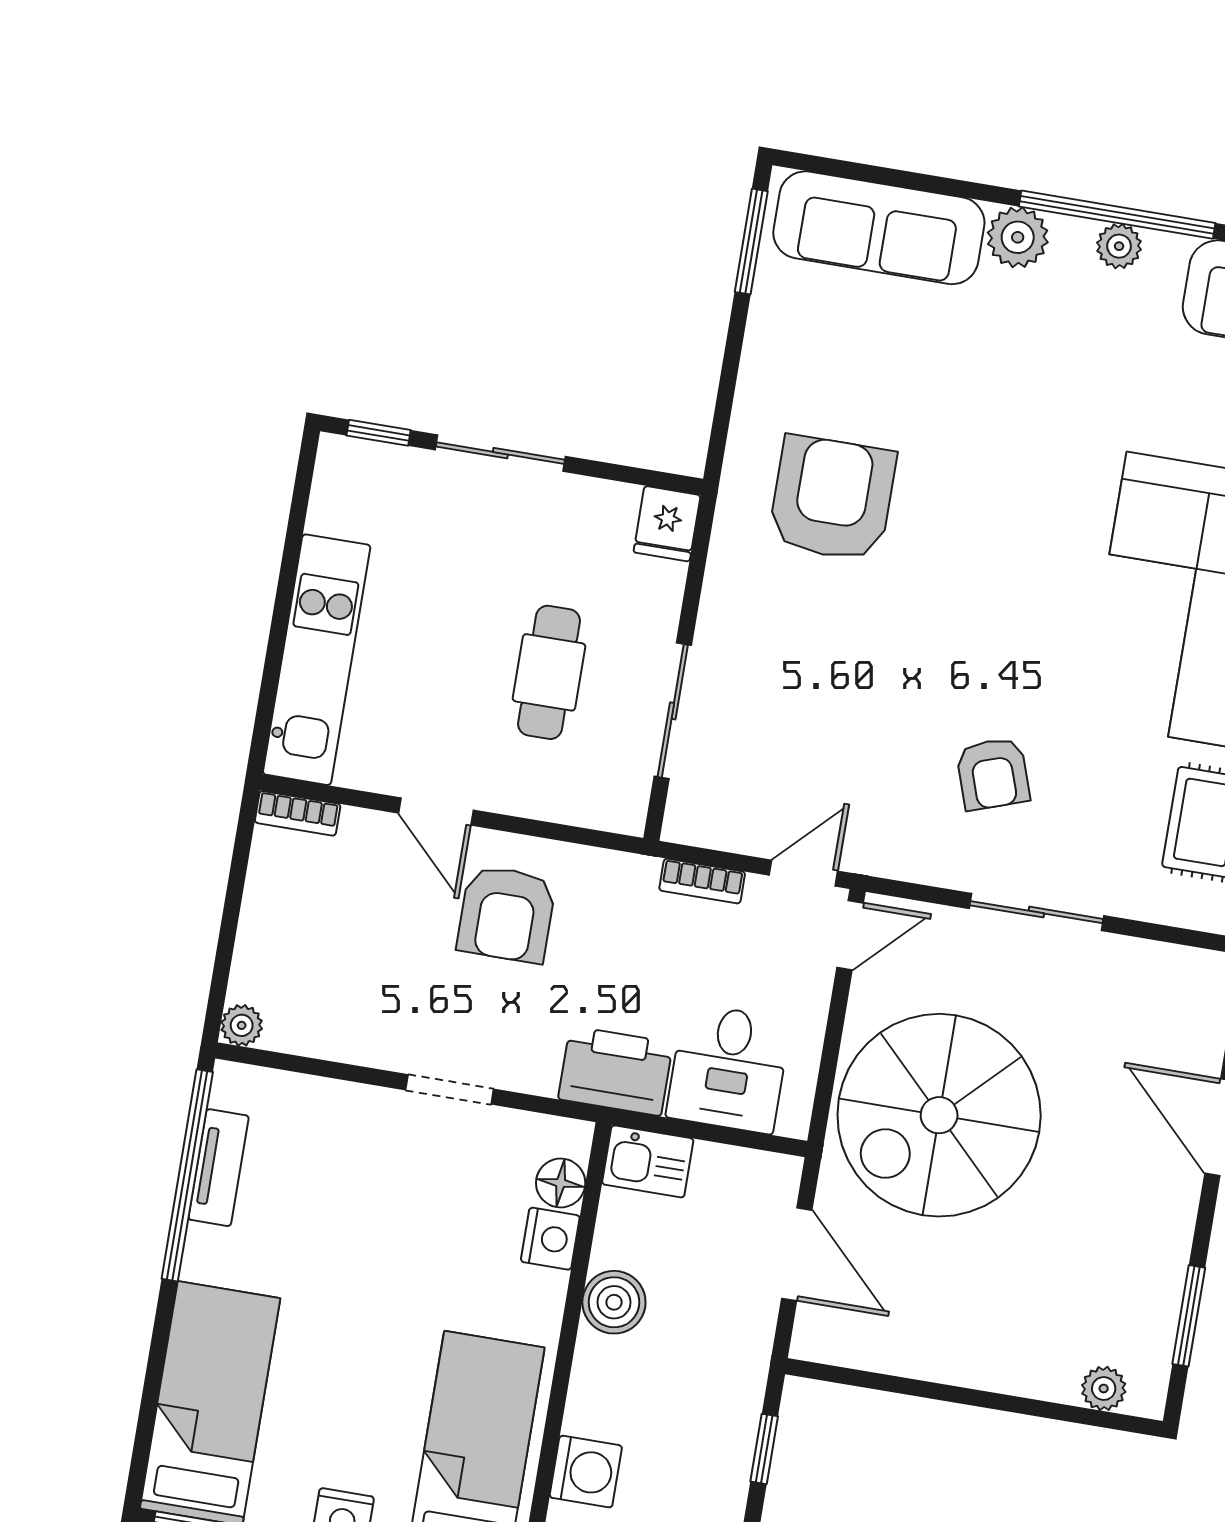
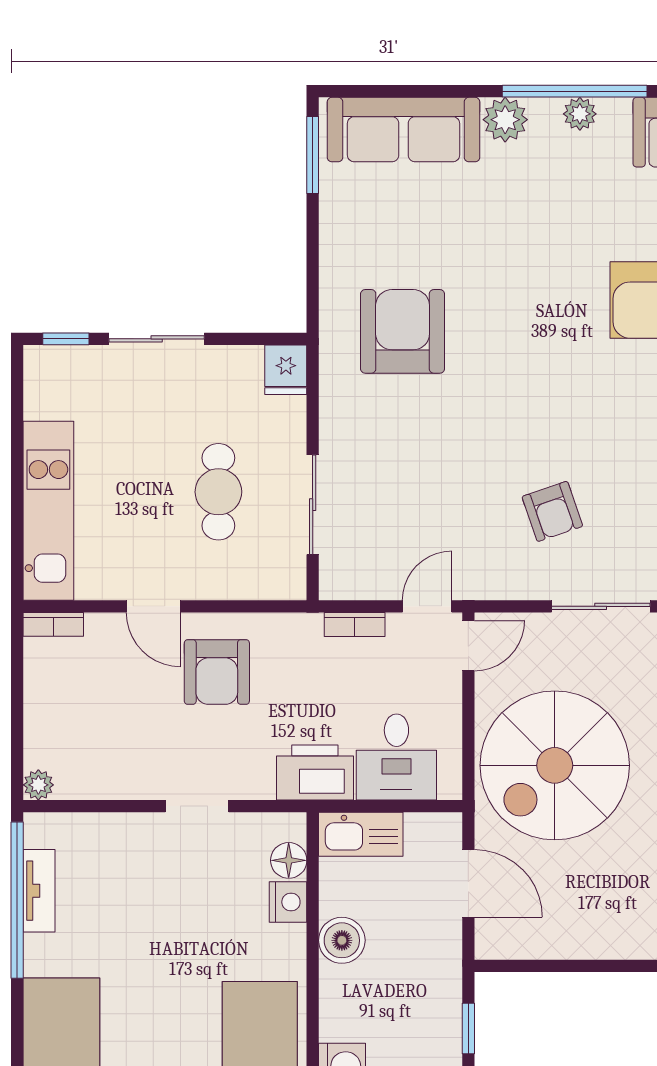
kitchen sink: (648, 1161) -> (361, 834), width x1.38

